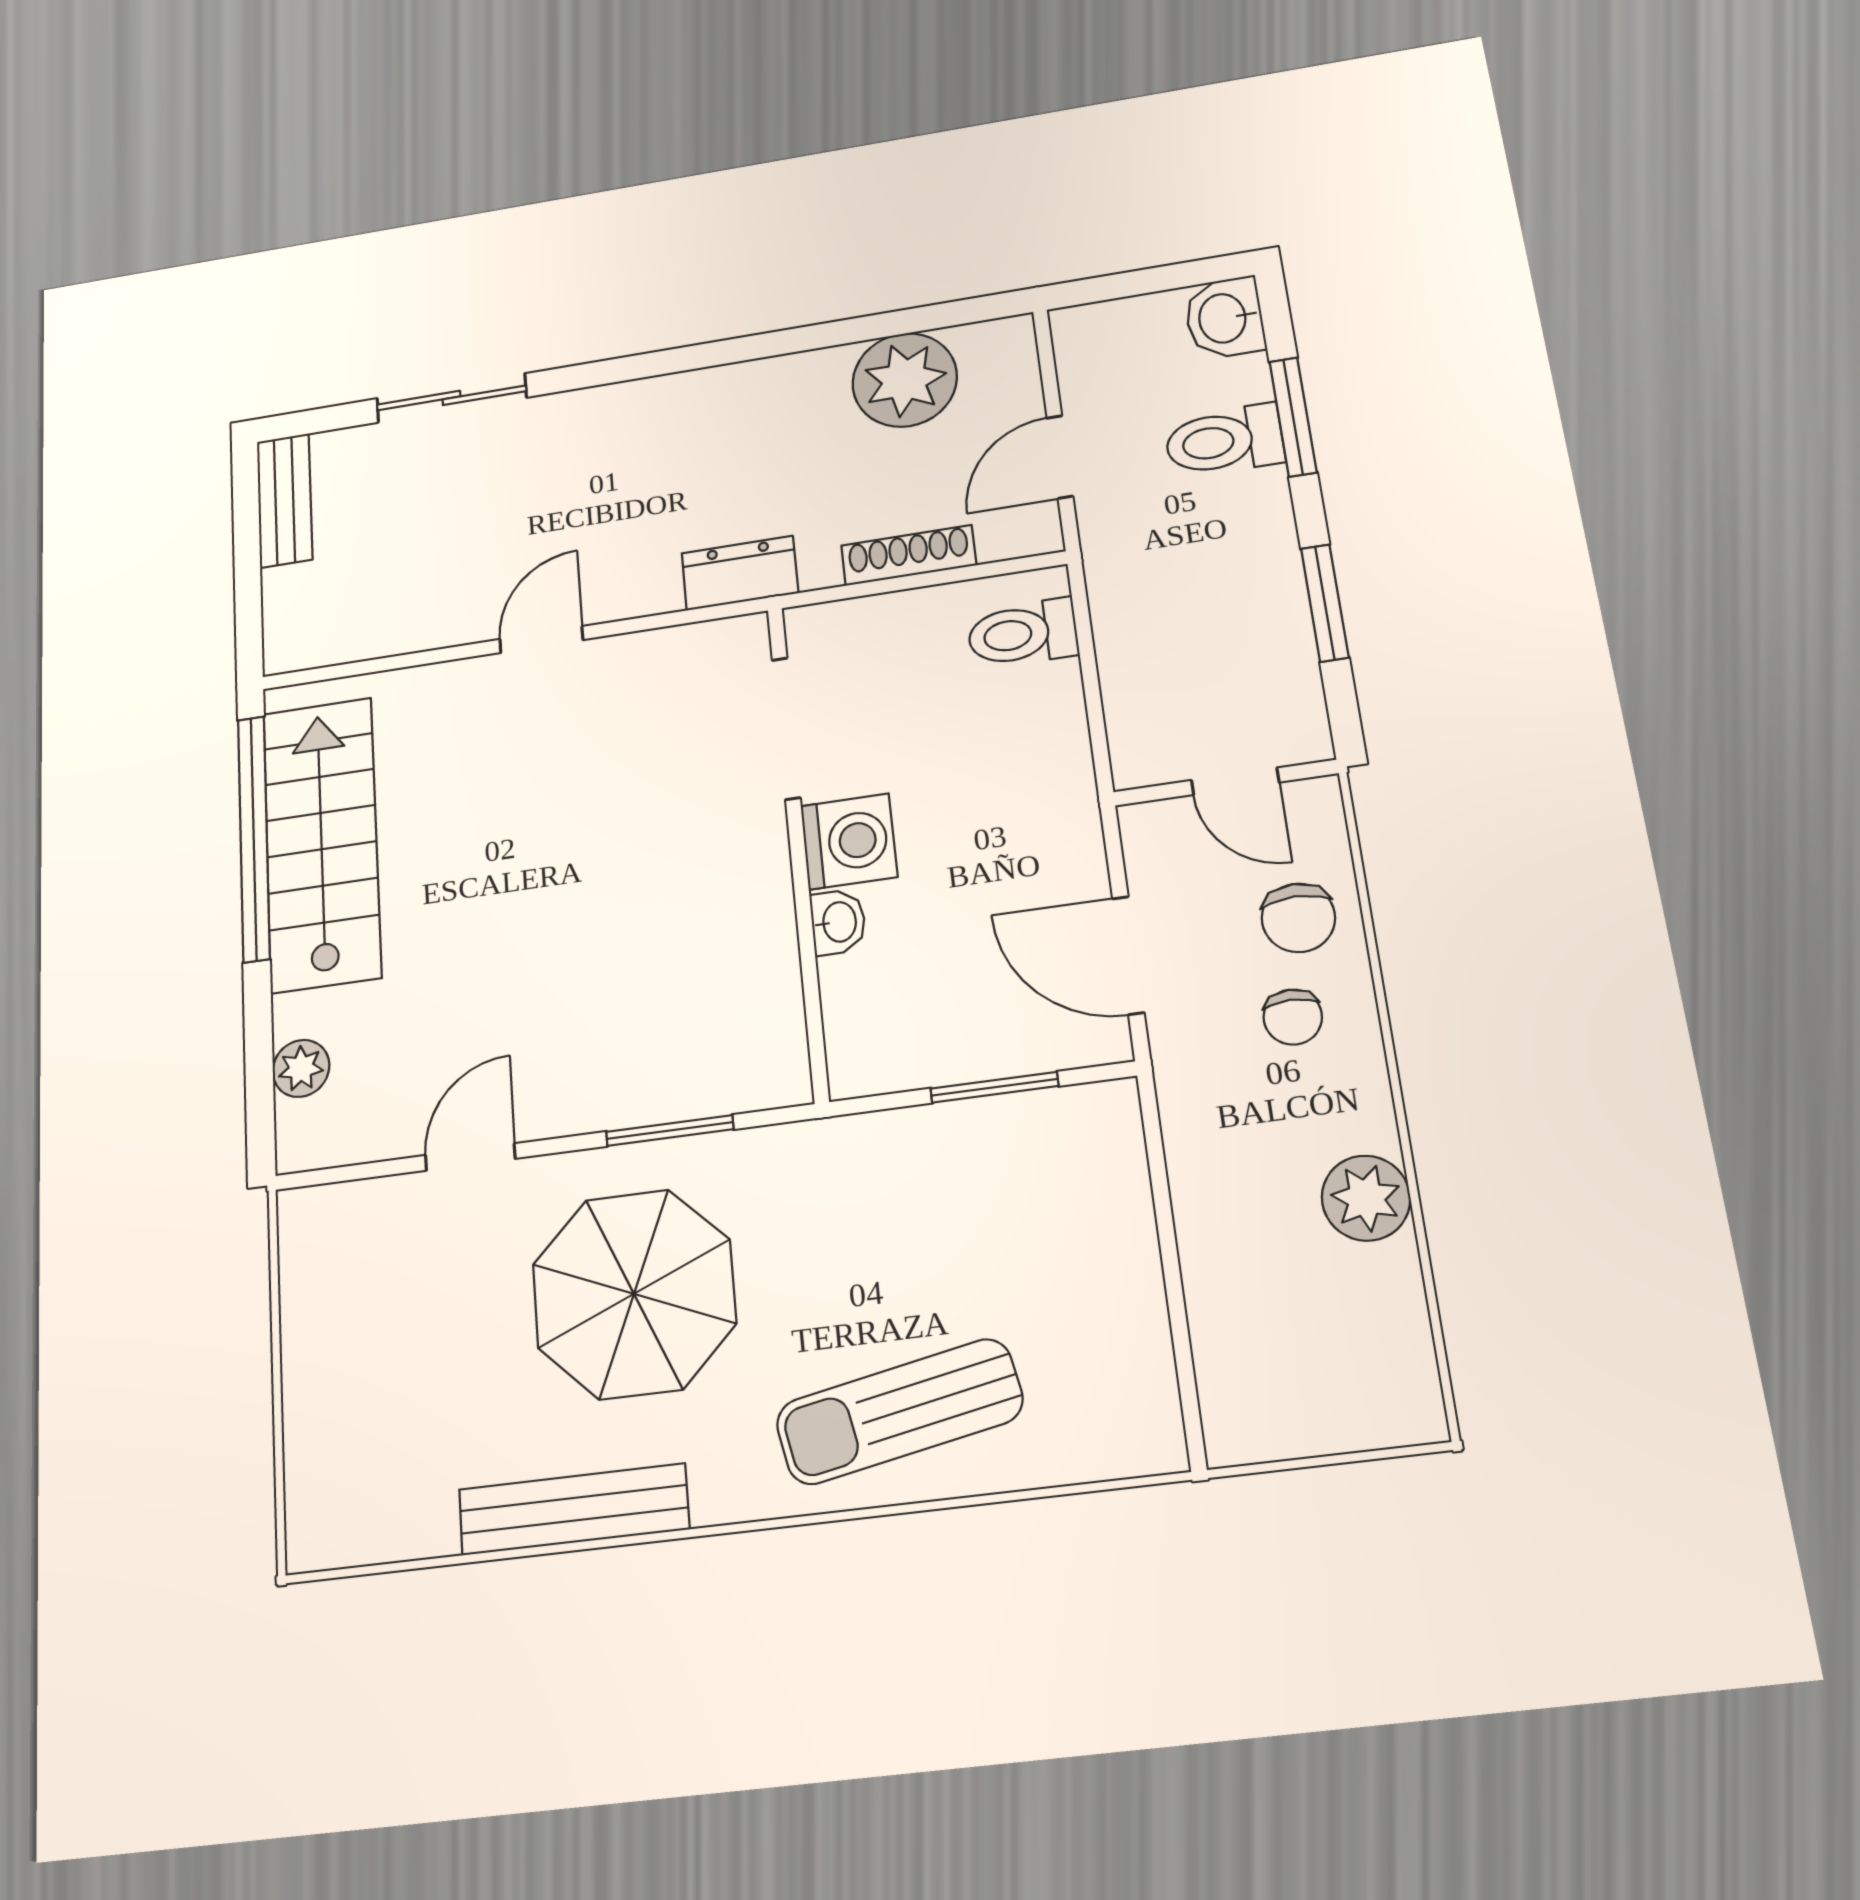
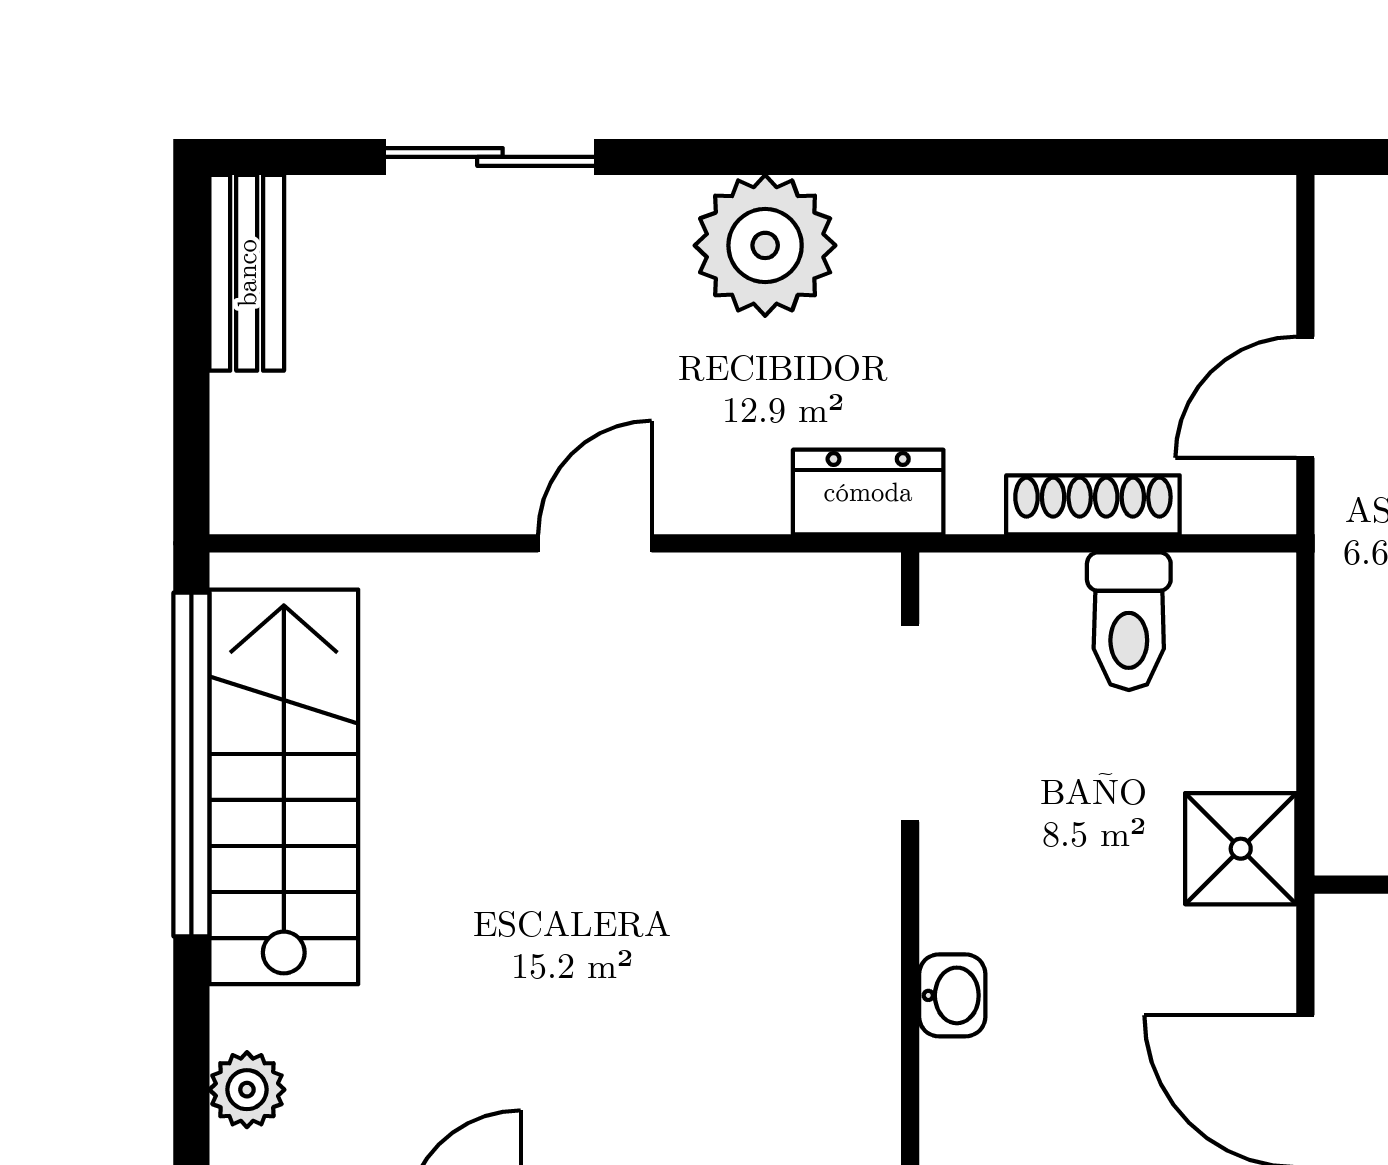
plant: (905, 380) -> (765, 245), moved
toilet: (1023, 633) -> (1129, 621), moved, turned -90
shower: (1052, 781) -> (1241, 849), added
washing machine: (849, 841) -> (976, 890), removed

